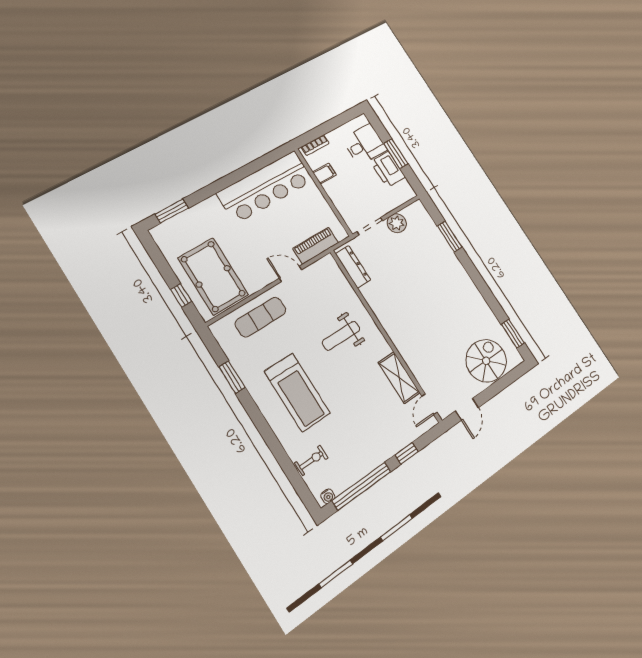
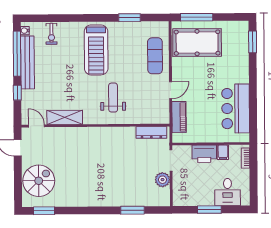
printer: (388, 169) -> (204, 154), moved, turned 180
bar counter: (265, 187) -> (236, 108), width x0.73
window: (181, 295) -> (197, 17), width x2.17
spiral stairs: (486, 361) -> (39, 181), turned -90
treadmill: (297, 392) -> (96, 50), turned -90
bench: (364, 466) -> (28, 62), added

